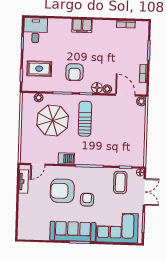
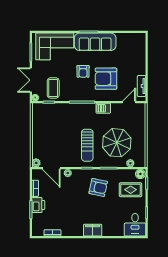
printer: (141, 55) -> (38, 205), added
armchair: (75, 72) -> (98, 187), turned 102
floor lamp: (97, 88) -> (140, 174), moved
armchair: (62, 191) -> (106, 79), turned 180

